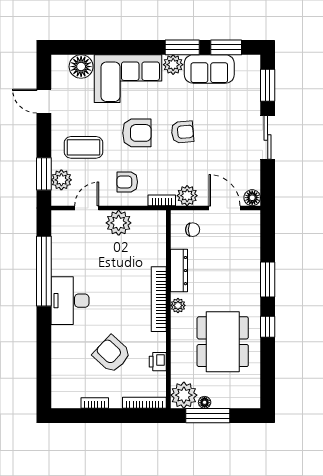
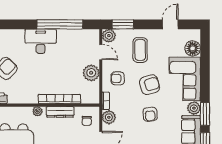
armchair: (137, 133) -> (150, 85), turned -105
plant: (61, 180) -> (109, 36), moved
armchair: (127, 182) -> (118, 78), turned -90
bookcase: (159, 299) -> (59, 99), moved

